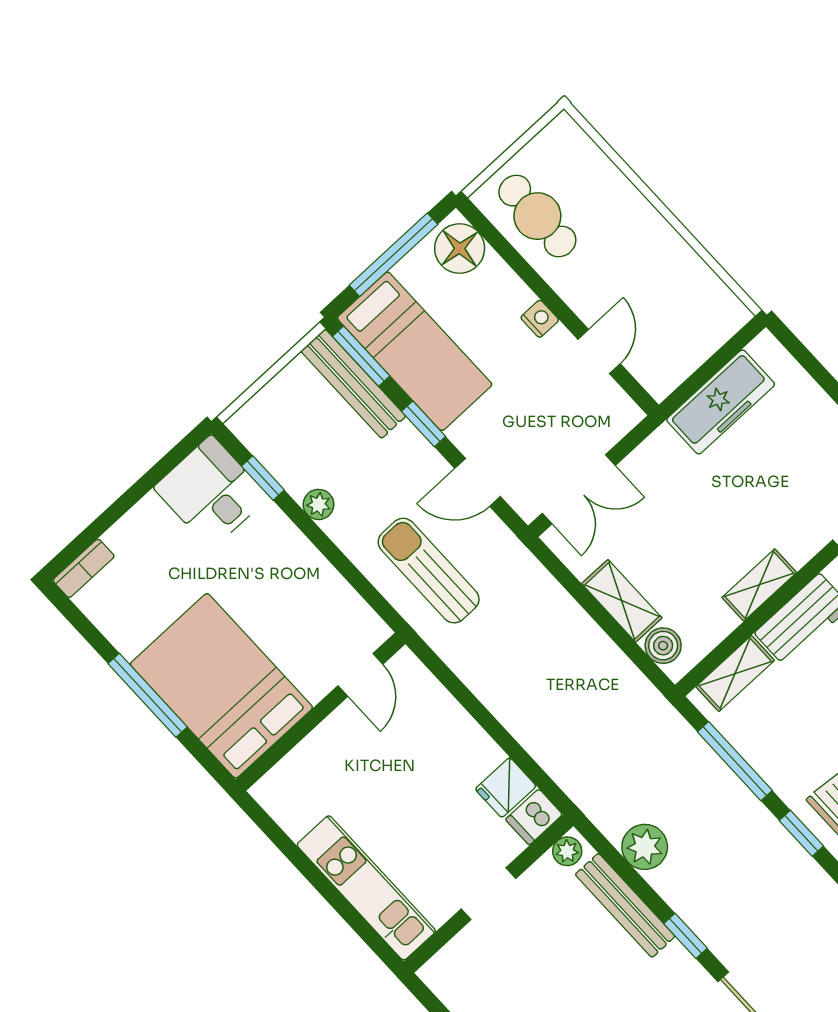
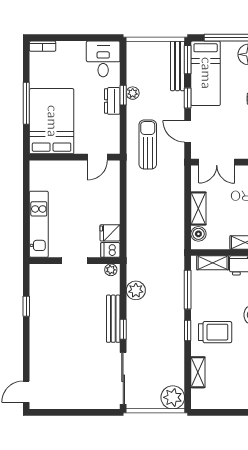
window: (263, 478) -> (123, 95), moved
dresser: (295, 551) -> (112, 101), added
bench: (625, 905) -> (113, 319), moved

